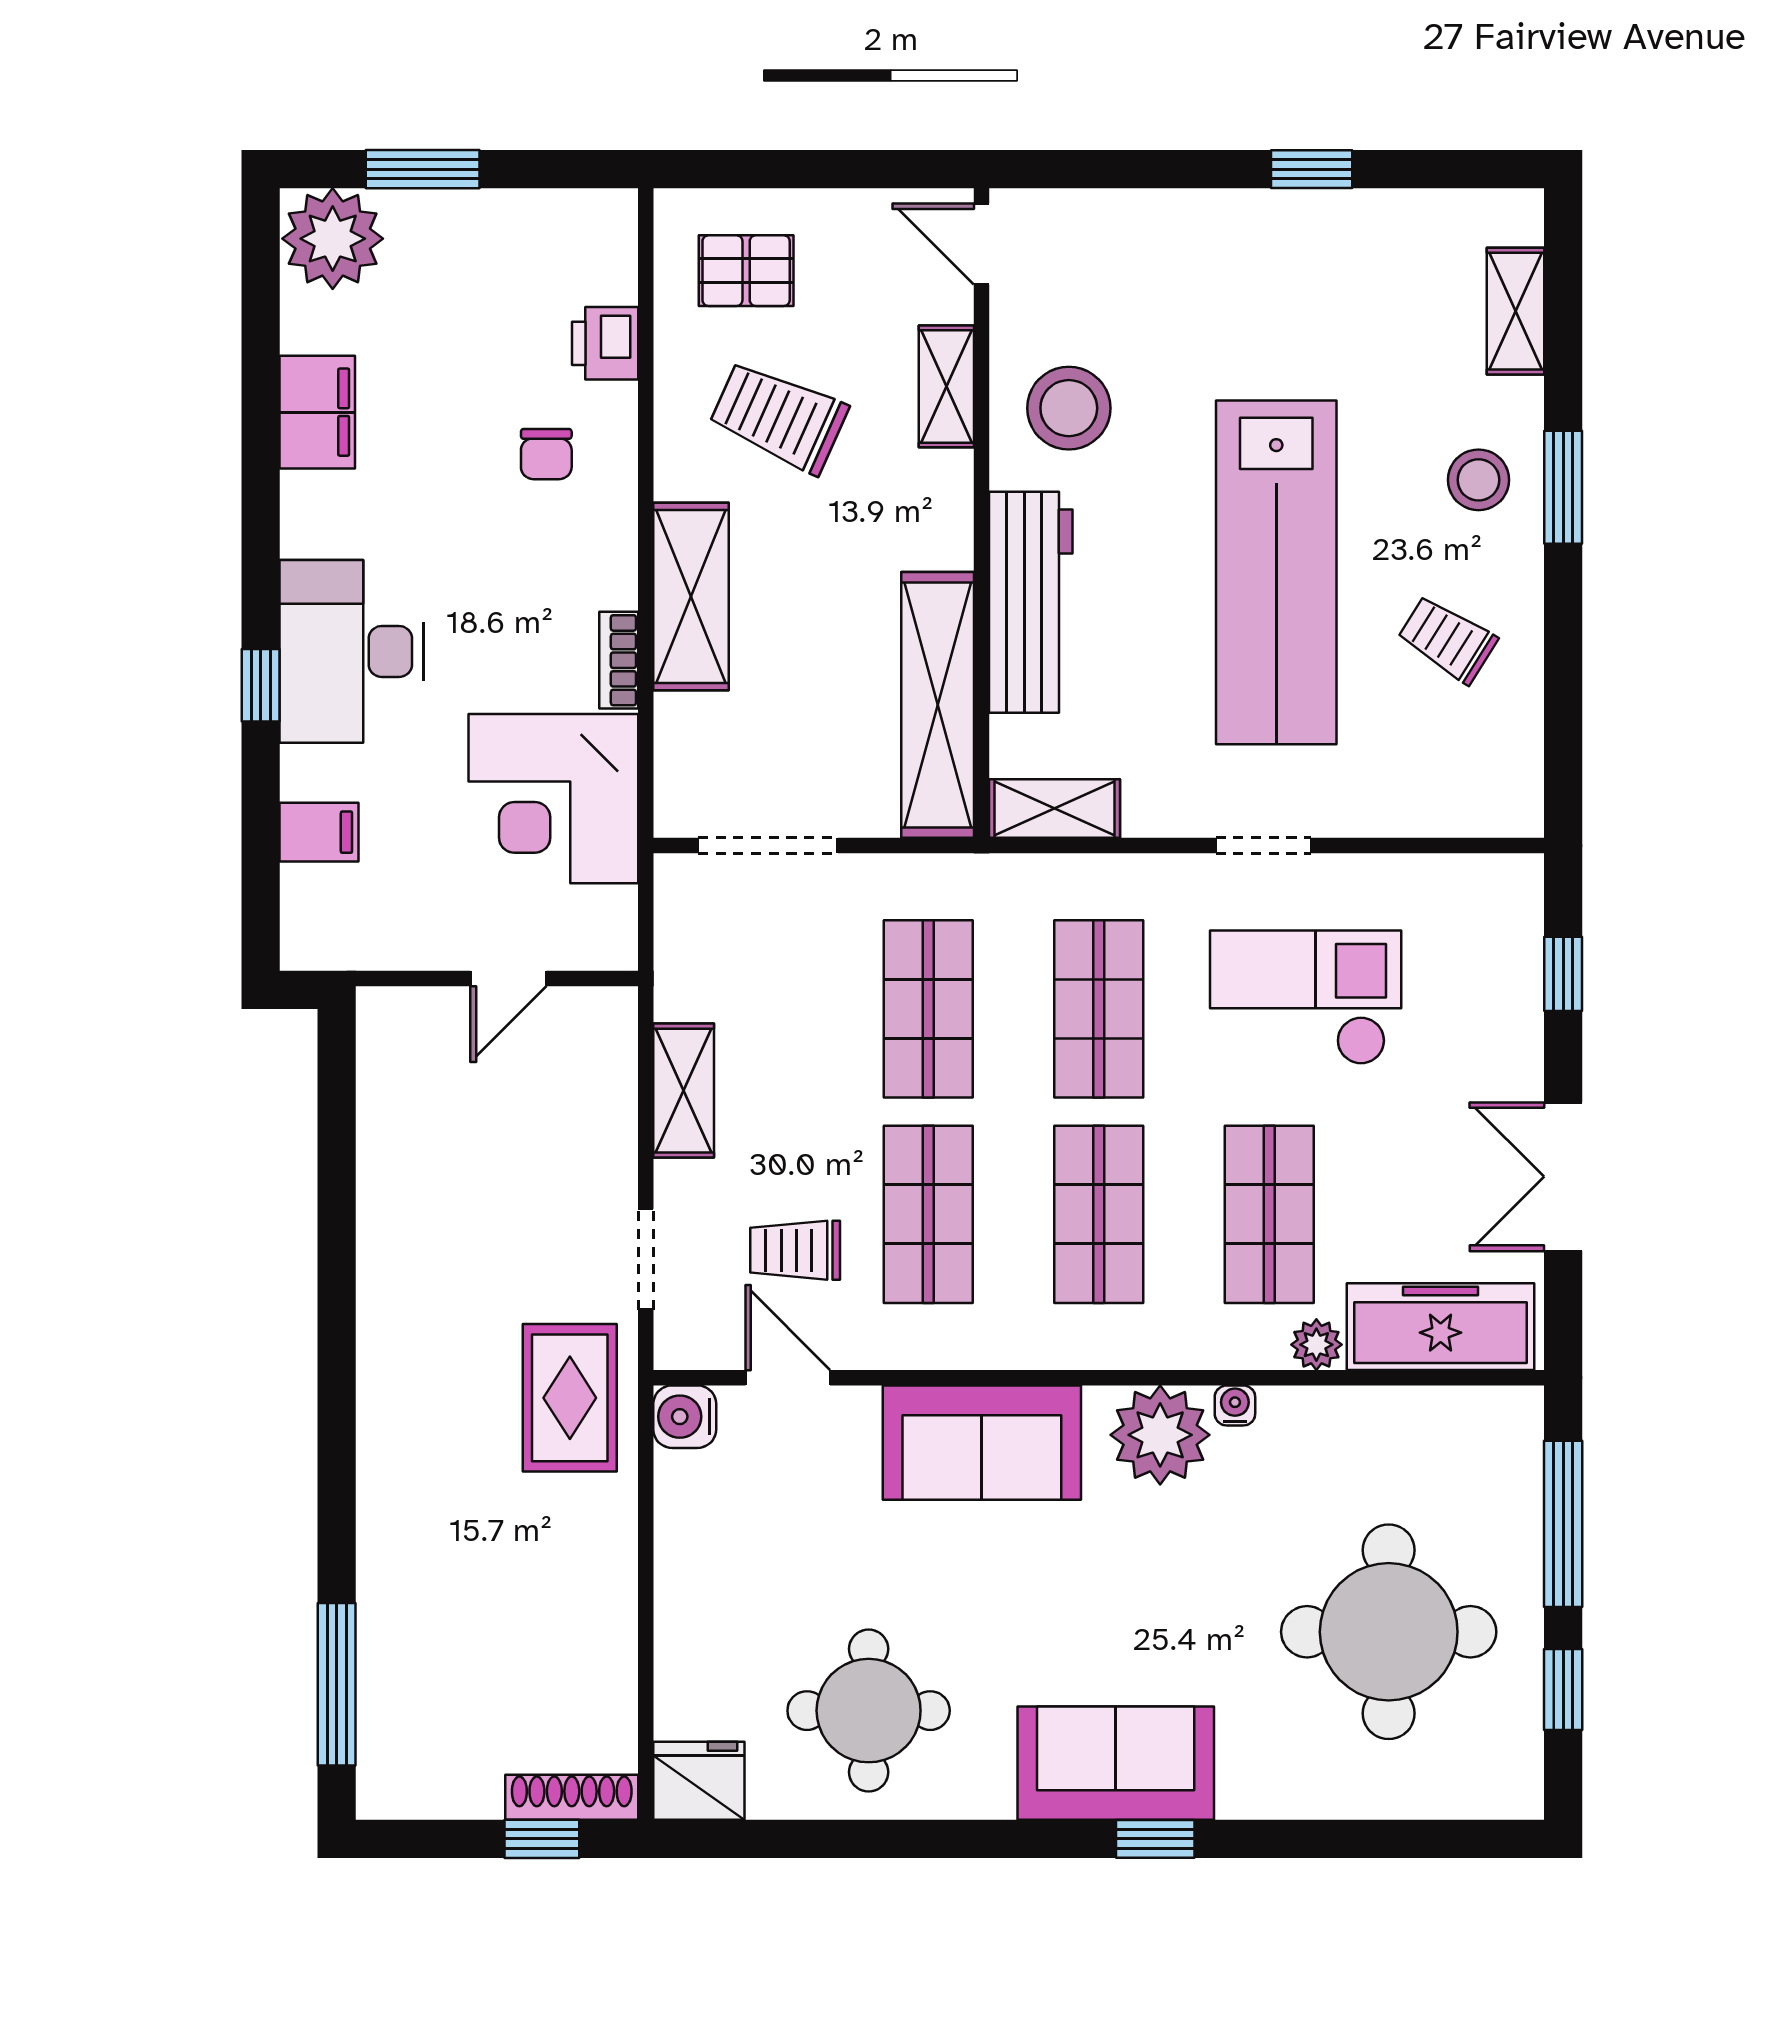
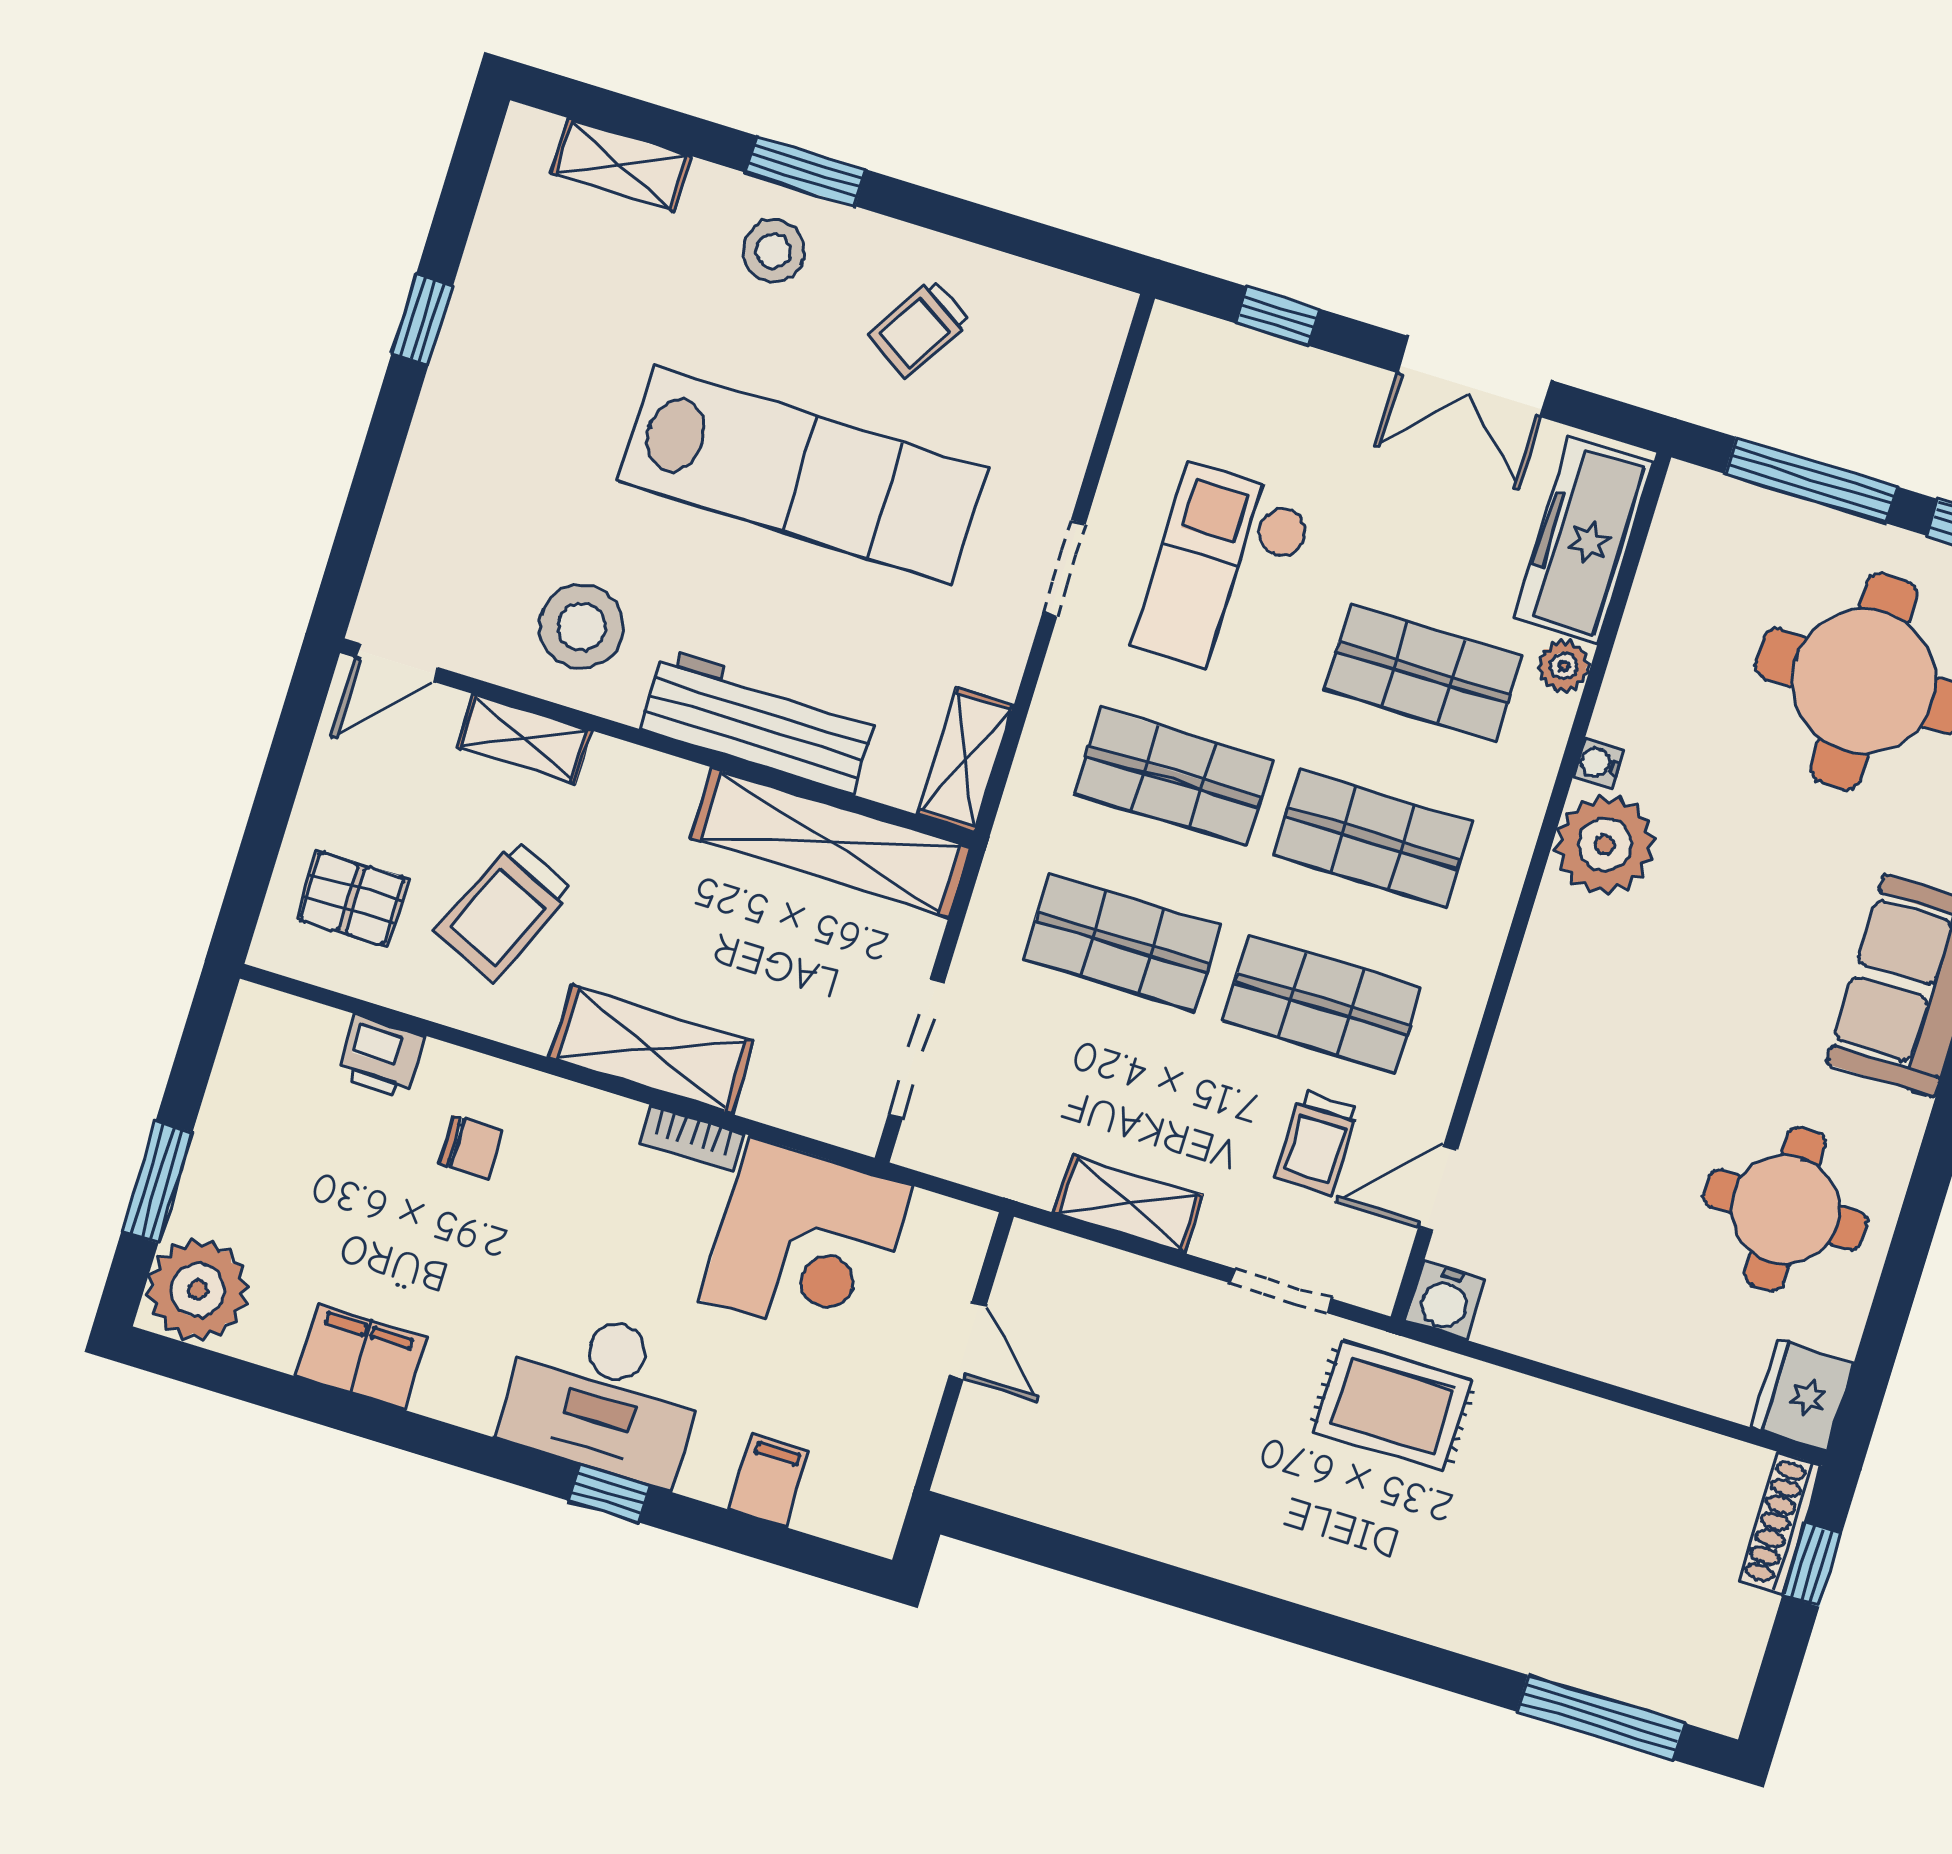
pallet: (746, 271) -> (352, 899), turned 90
sofa: (982, 1443) -> (1559, 1020), removed

